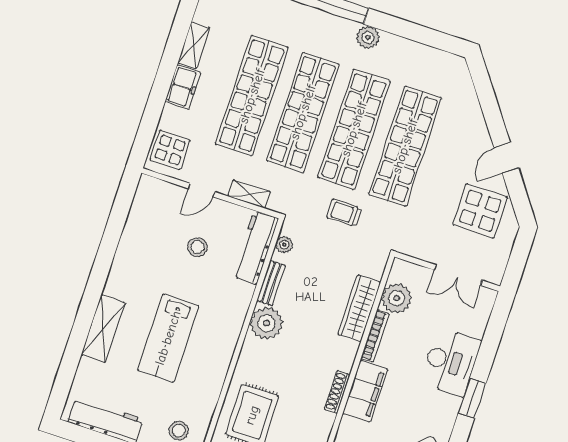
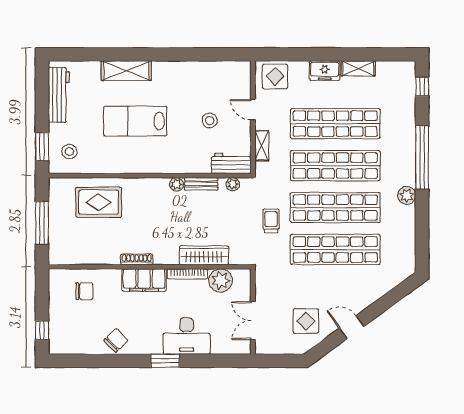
display table: (480, 211) -> (306, 321), width x0.73, depth x0.73
workbench: (255, 247) -> (231, 163), width x0.73
plant: (267, 323) -> (176, 184), width x0.53, depth x0.53

